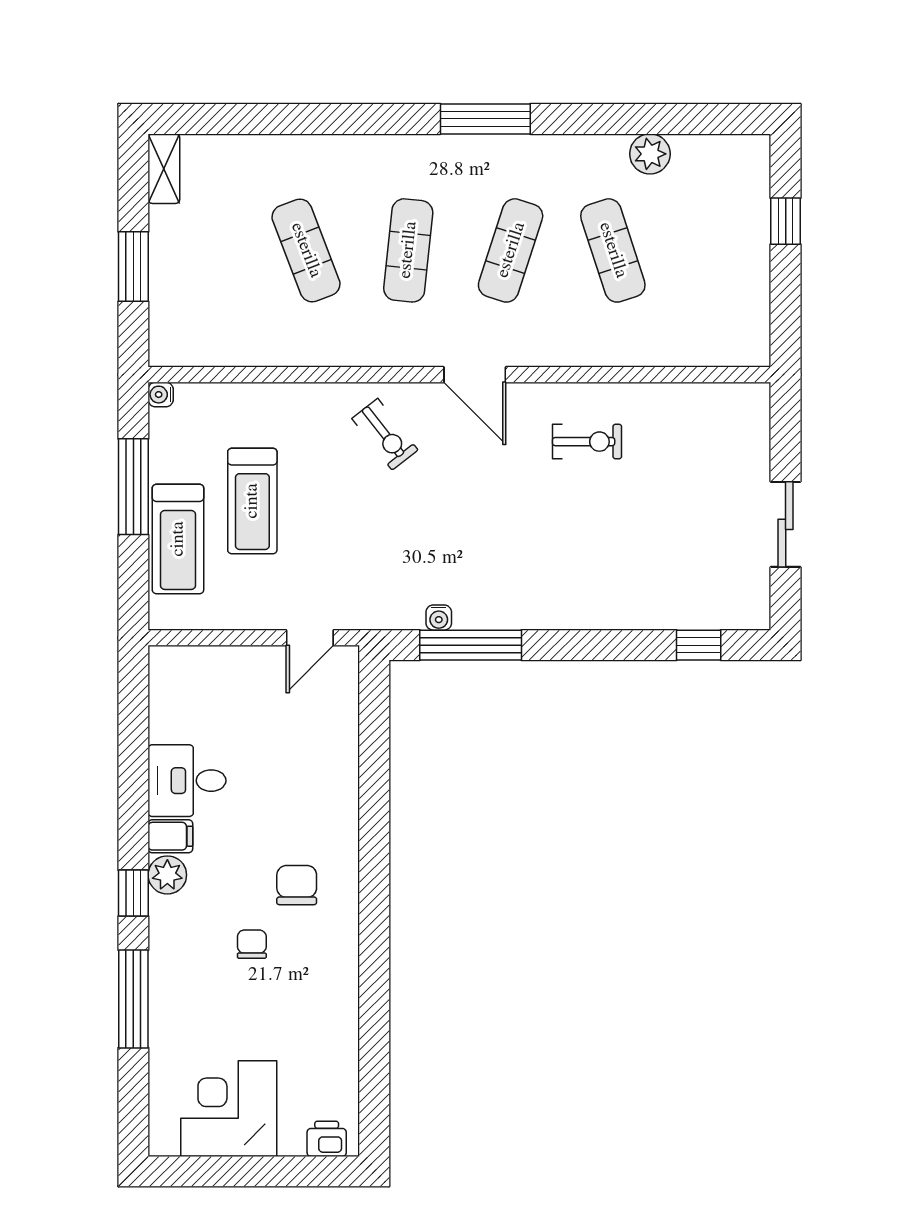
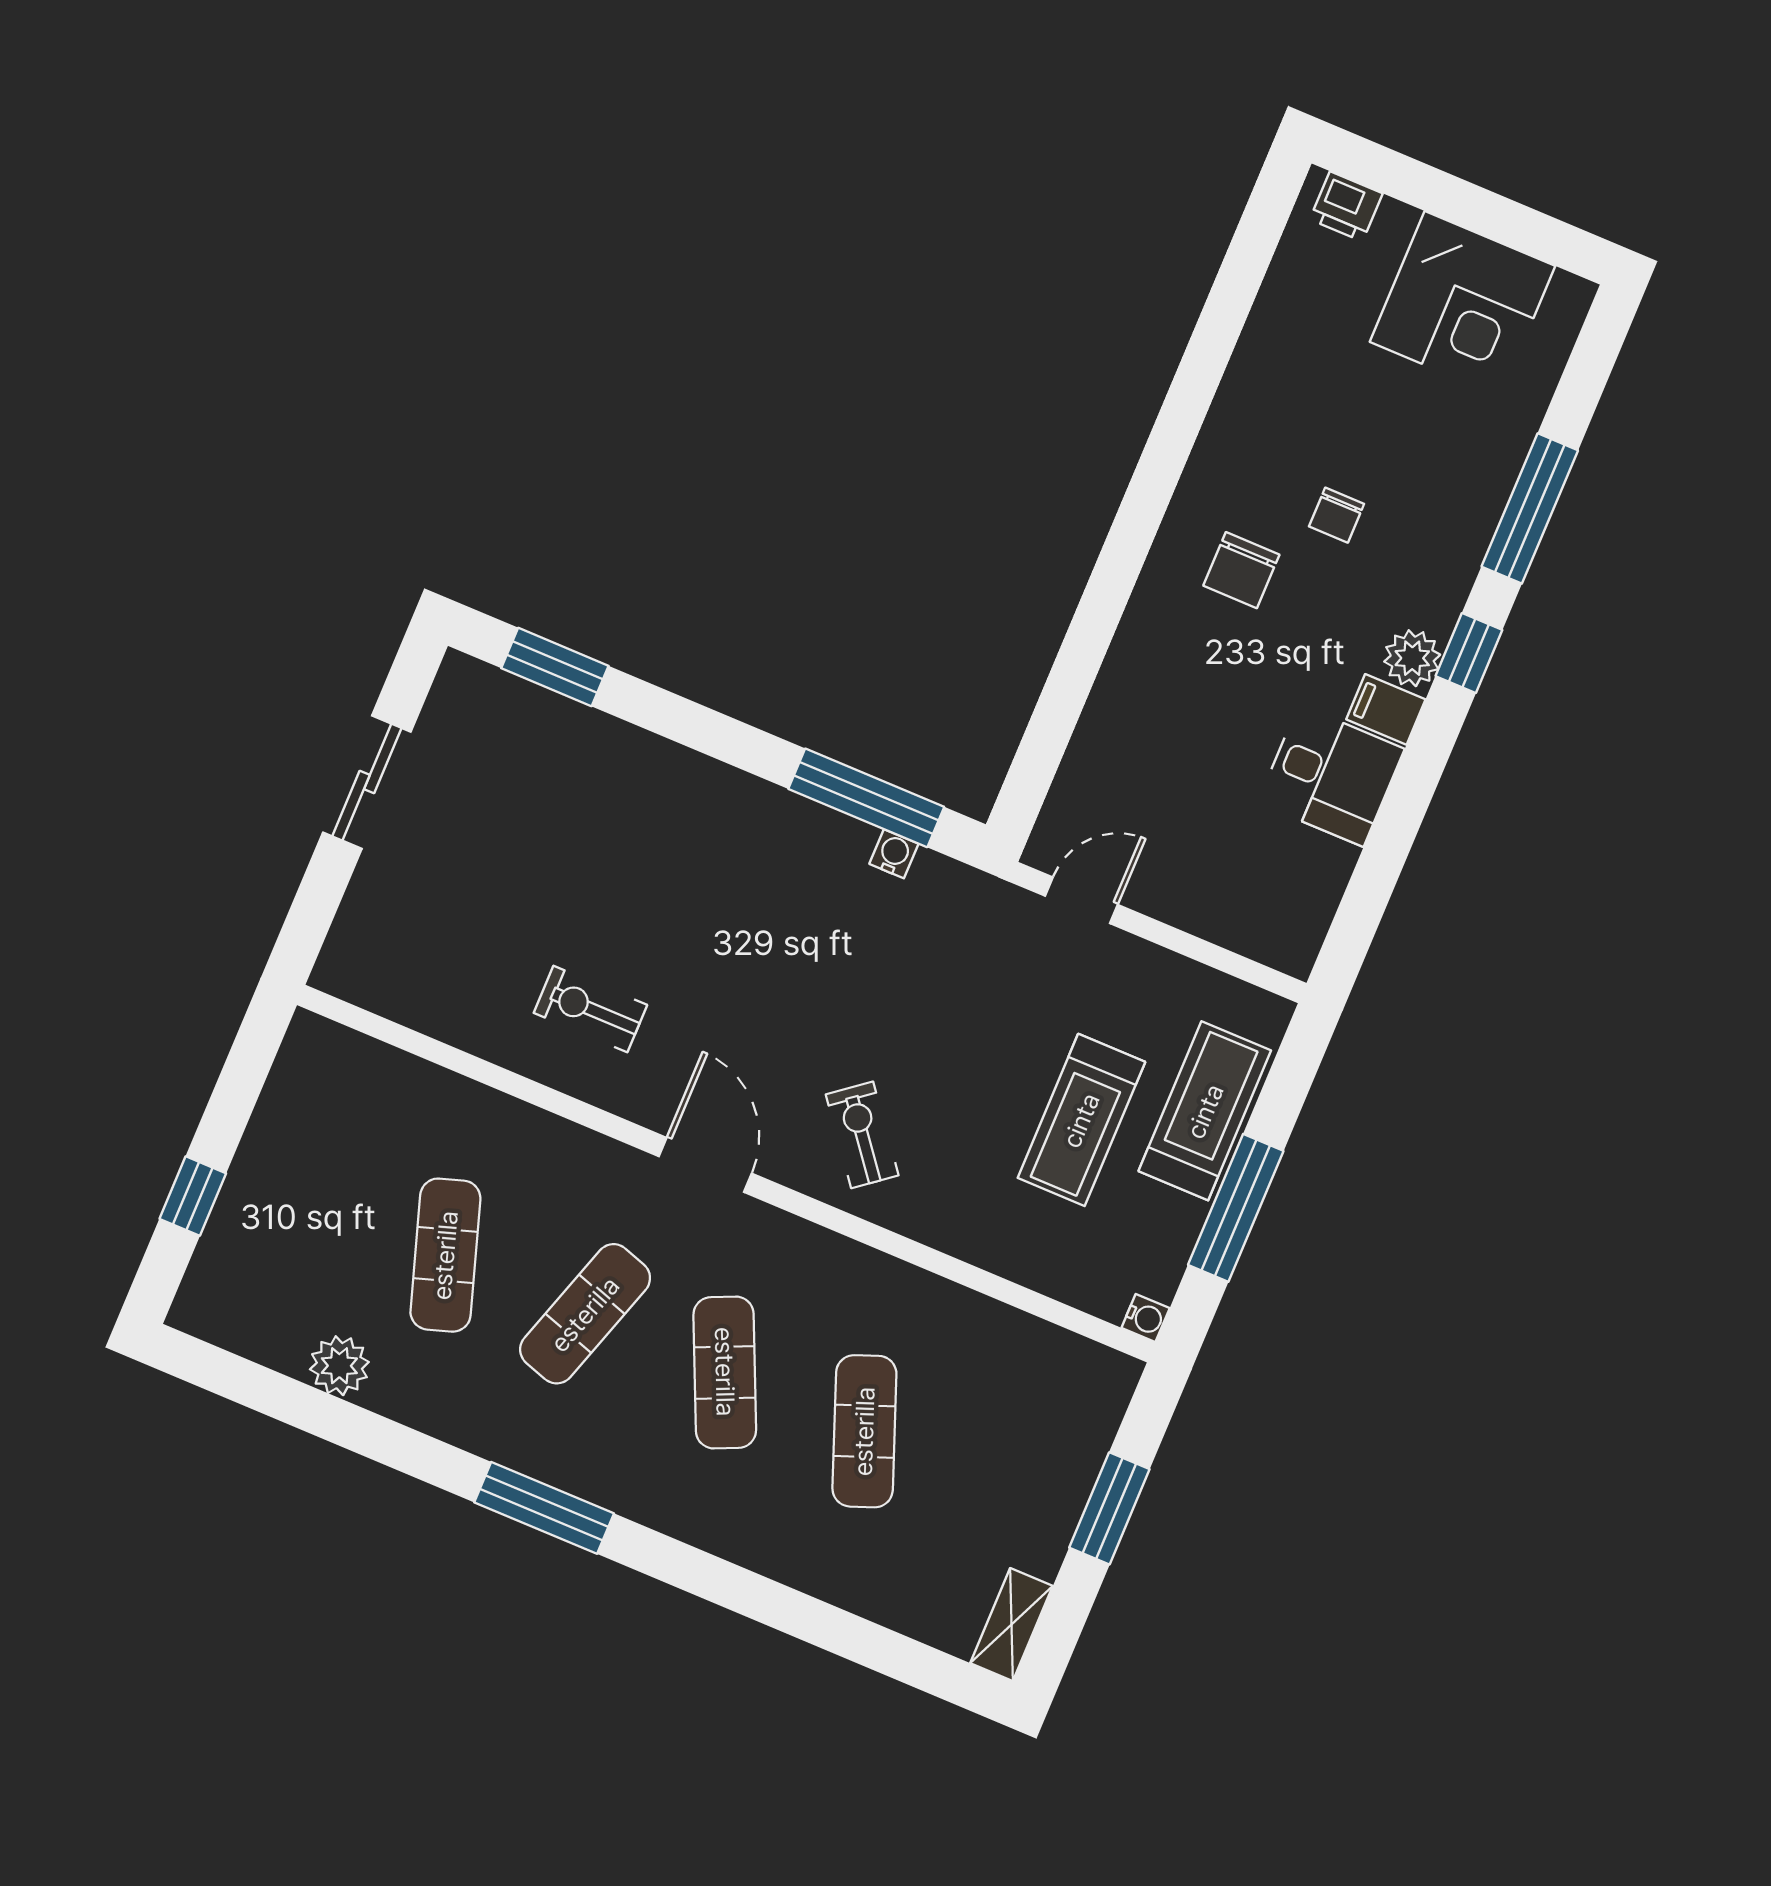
exercise mat: (408, 250) -> (725, 1372), turned -30
treadmill: (252, 501) -> (1081, 1120), turned 180
window: (699, 645) -> (555, 667), width x1.50

